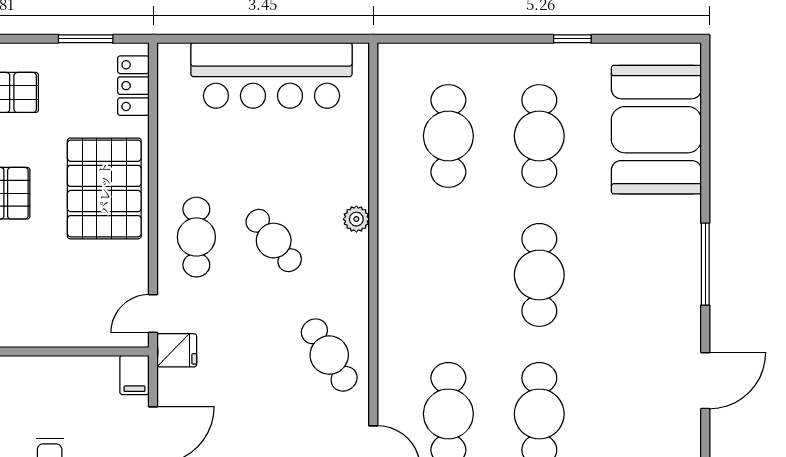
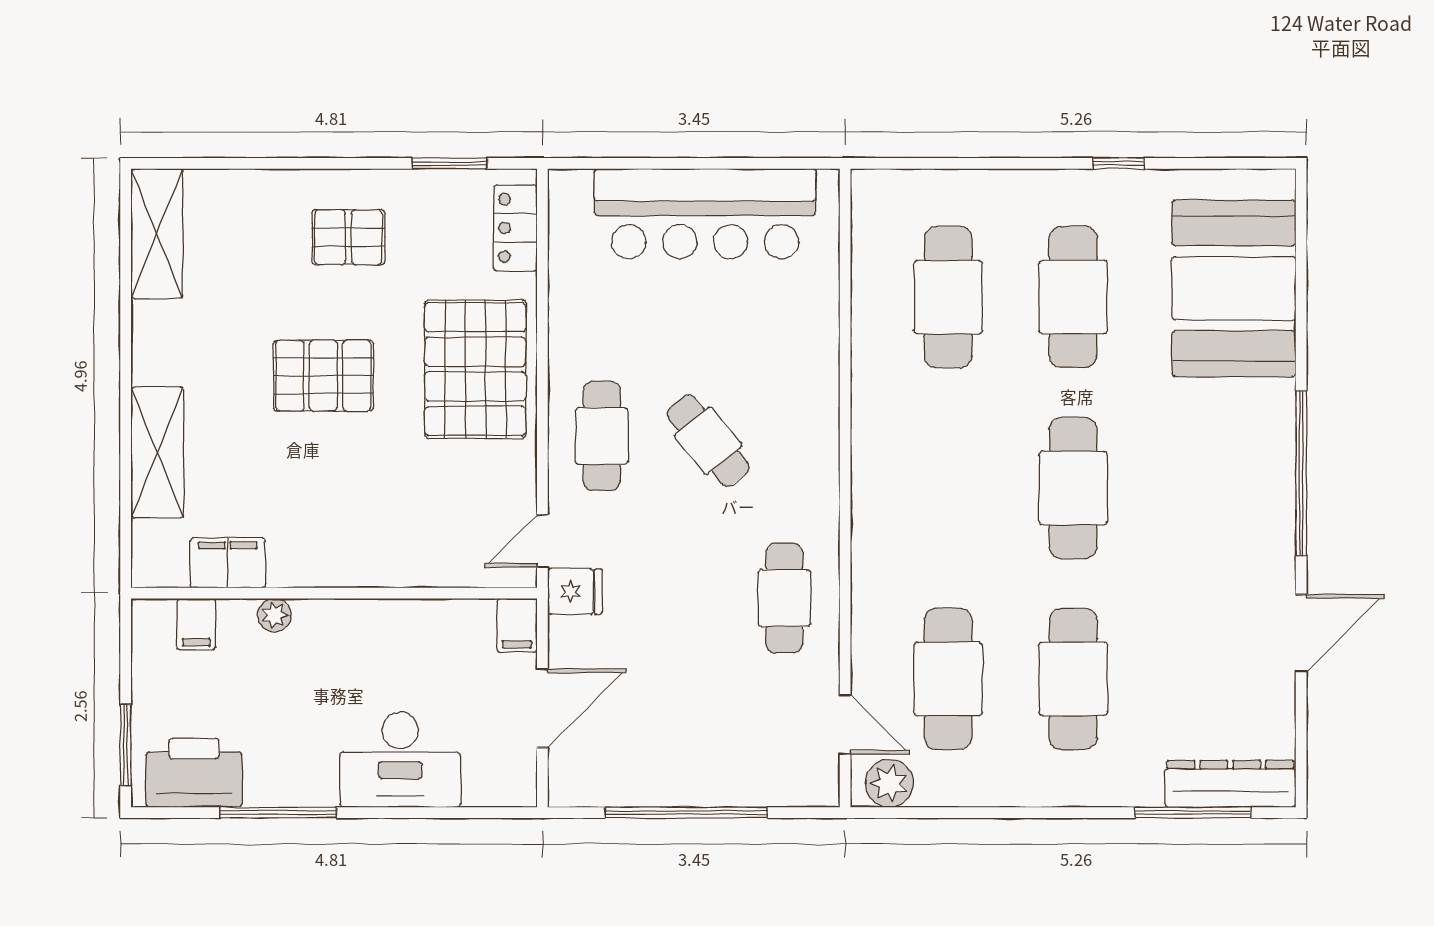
plant: (356, 219) -> (822, 411), removed
window: (705, 264) -> (1301, 473), width x1.46
cafe table: (329, 355) -> (784, 598), turned 32

